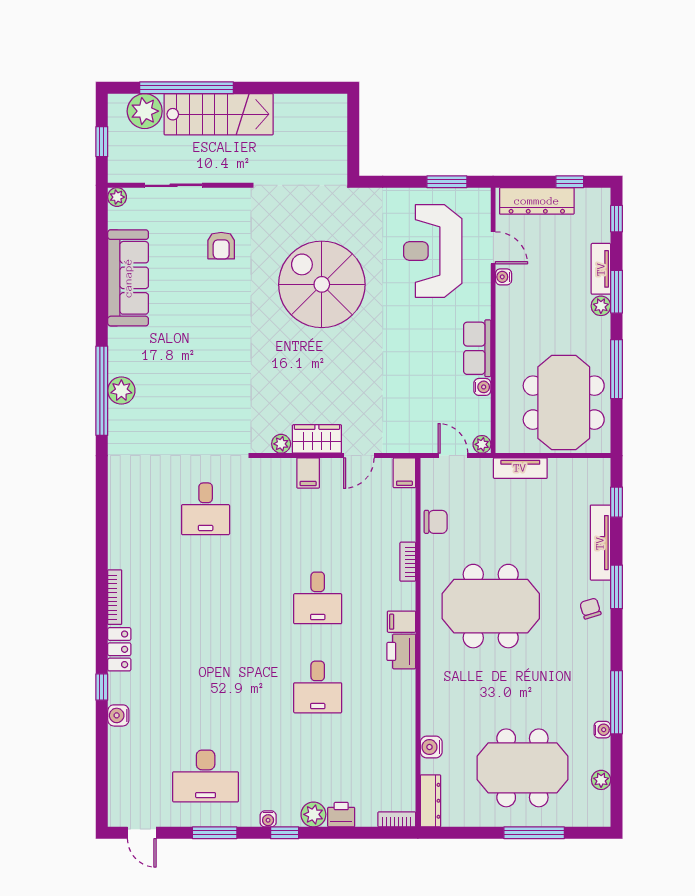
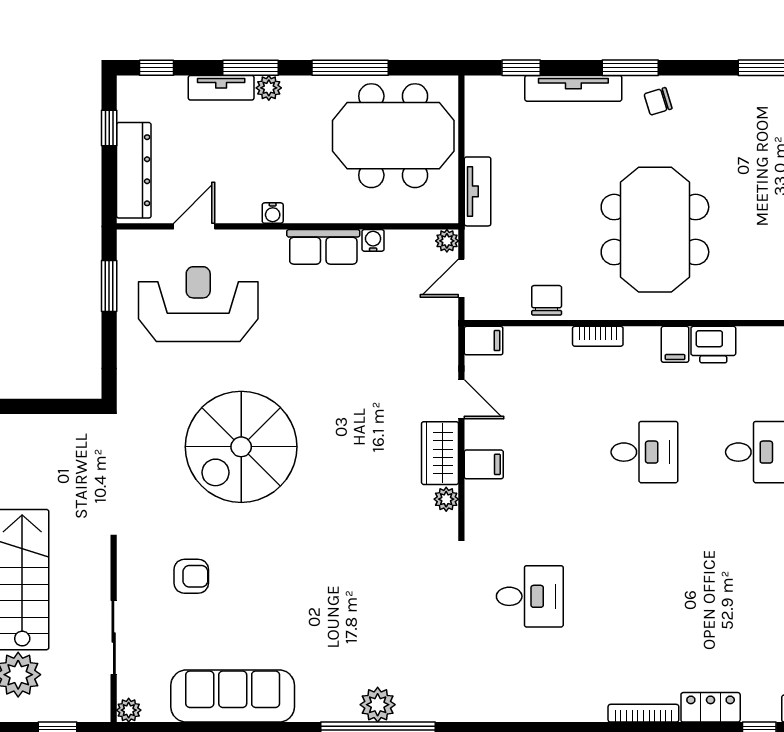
reception desk: (433, 251) -> (198, 304), turned 180
water cooler: (504, 277) -> (273, 213), moved

